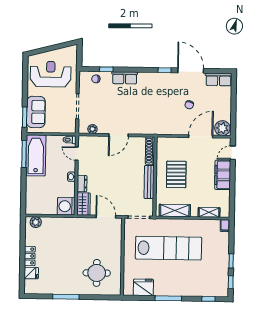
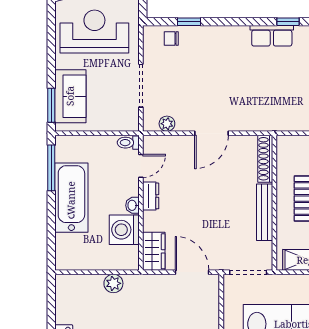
row of seats: (125, 78) -> (272, 36), moved
door: (77, 154) -> (141, 166), swing flipped
bathtub: (36, 155) -> (71, 198), moved
dresser: (82, 184) -> (151, 196), moved
washing machine: (66, 206) -> (124, 230), moved
plant: (36, 222) -> (113, 283), moved

